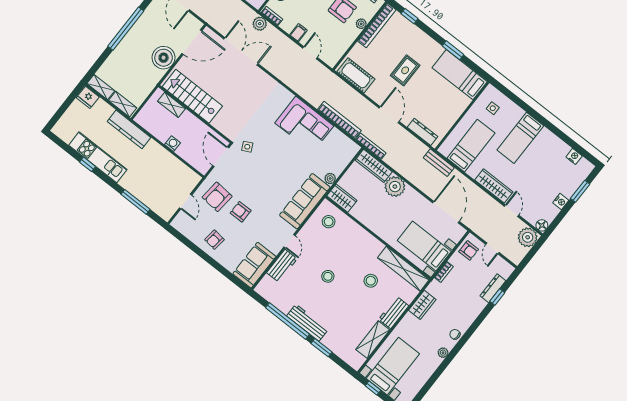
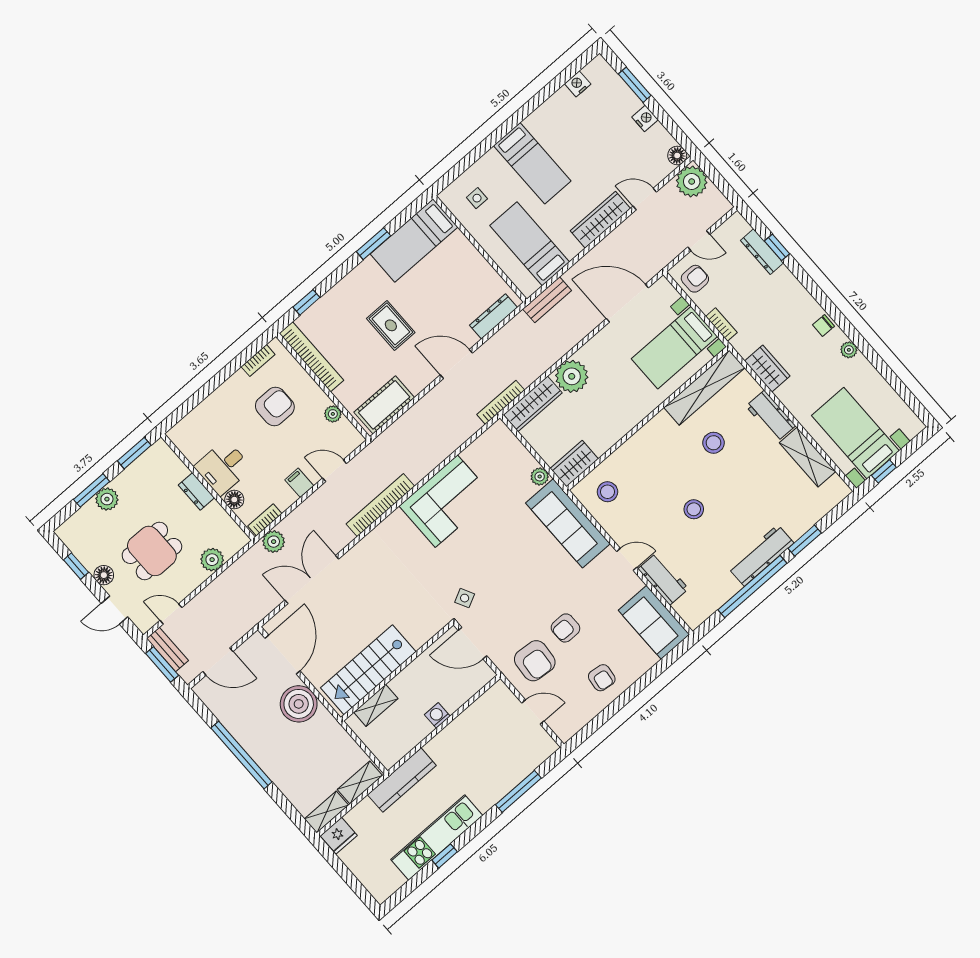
plant: (361, 24) -> (333, 414), moved
bookcase: (339, 120) -> (380, 505), moved

